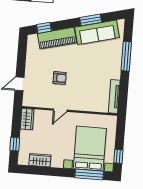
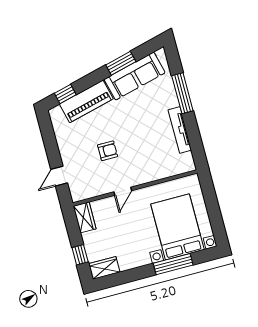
tv unit: (114, 96) -> (180, 130), moved
window: (118, 156) -> (217, 224), removed
wardrobe: (40, 160) -> (104, 268), moved
window: (89, 175) -> (173, 264), moved

